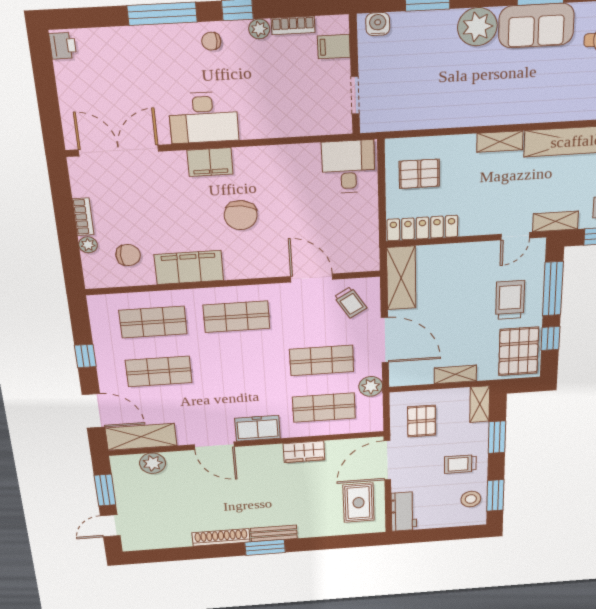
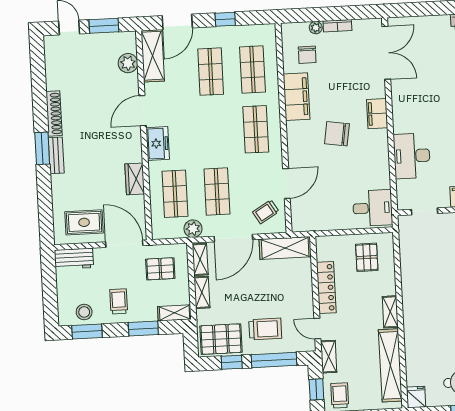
desk: (203, 118) -> (412, 156), moved
locker: (422, 228) -> (326, 287), moved
shelving: (412, 377) -> (200, 259), added

